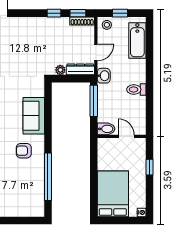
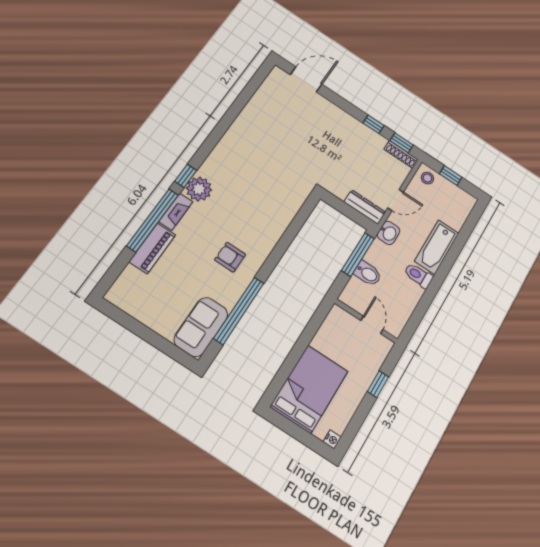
bathtub: (137, 40) -> (437, 247), moved
plant: (60, 70) -> (340, 191), removed
sofa: (34, 116) -> (201, 327), moved
bidet: (106, 129) -> (368, 274), moved

